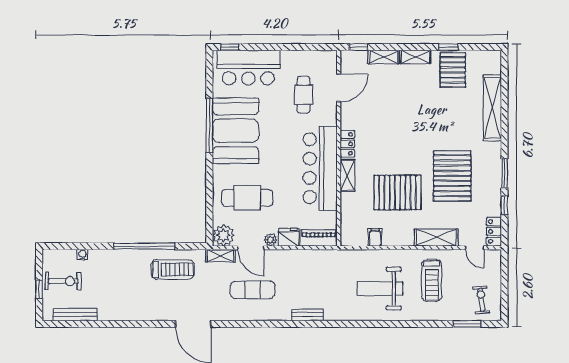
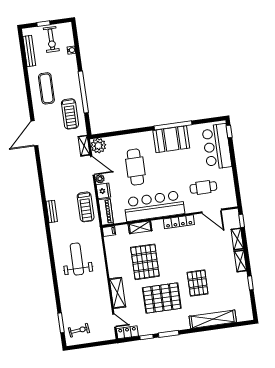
pallet: (453, 70) -> (198, 283), moved, turned 90
booth: (236, 131) -> (171, 139), width x0.73, depth x0.70
locker: (347, 144) -> (179, 222), width x1.53
shelving: (348, 175) -> (140, 227), moved
cafe table: (247, 198) -> (135, 167), moved
filing cabinet: (375, 237) -> (109, 231), moved
door: (251, 248) -> (93, 166), swing flipped
door: (475, 248) -> (114, 321), swing flipped
treadmill: (432, 280) -> (86, 207), moved, turned -90
exercise mat: (253, 290) -> (46, 88), moved

